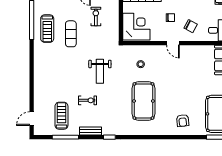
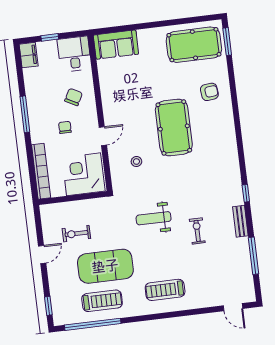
exercise mat: (71, 34) -> (105, 266), width x2.00, depth x1.45
door: (173, 43) -> (103, 136), moved
weight bench: (100, 71) -> (154, 218), turned 180
pool table: (143, 101) -> (174, 127), moved, turned 90
treadmill: (61, 116) -> (165, 290), moved

